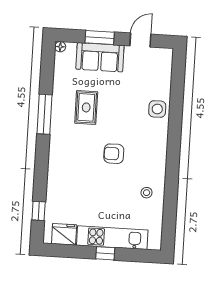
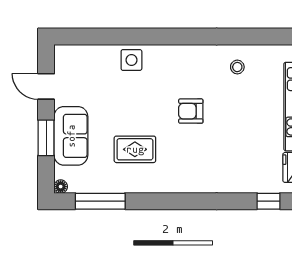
window: (44, 114) -> (100, 201), moved
armchair: (114, 154) -> (191, 111), turned 90

